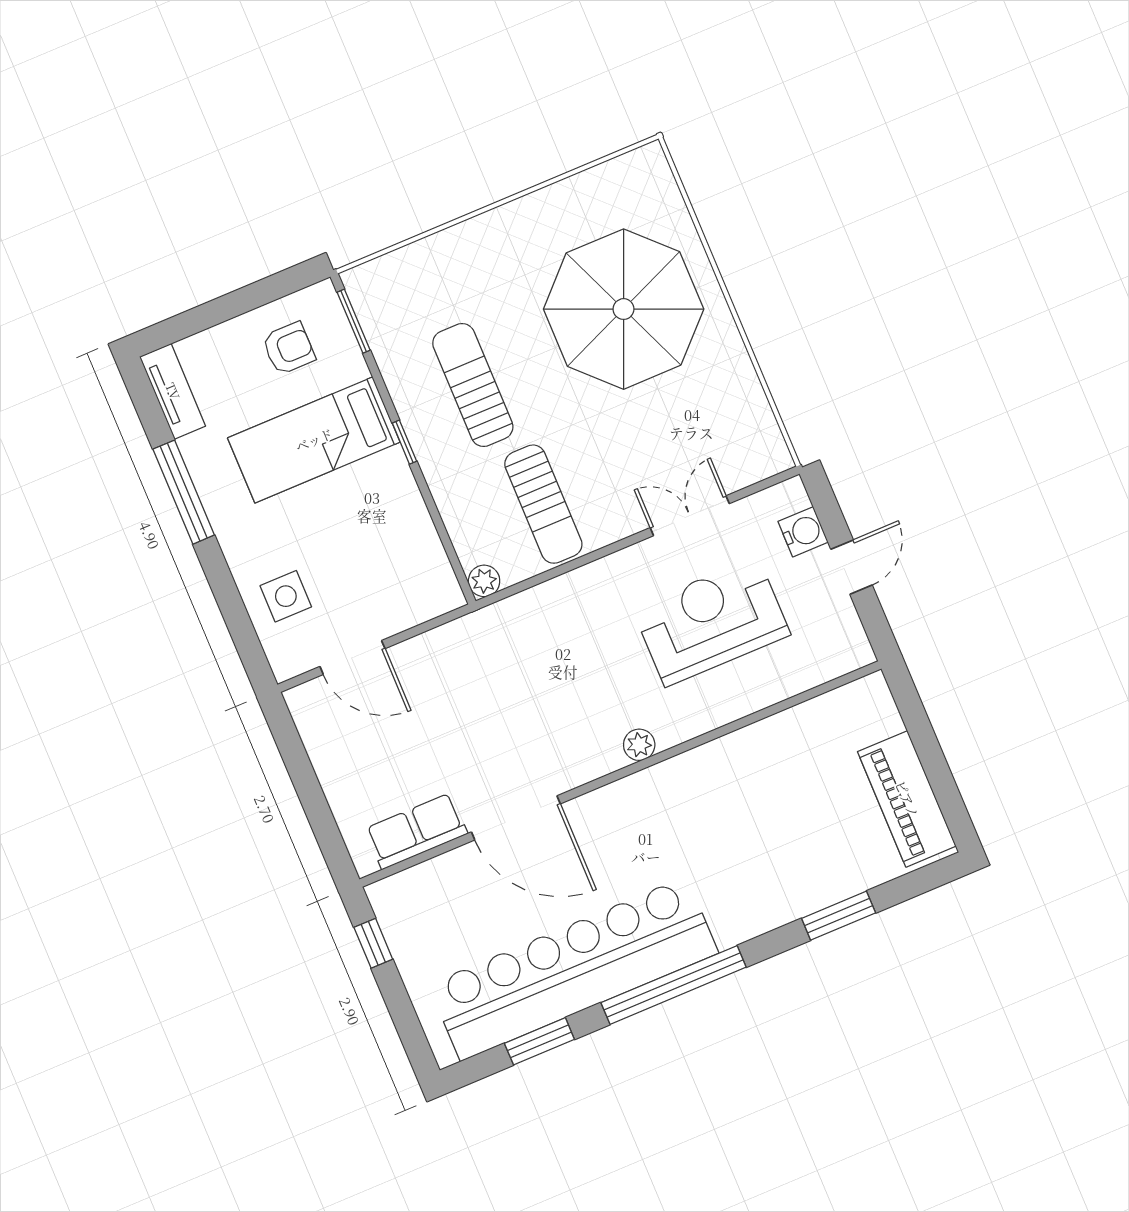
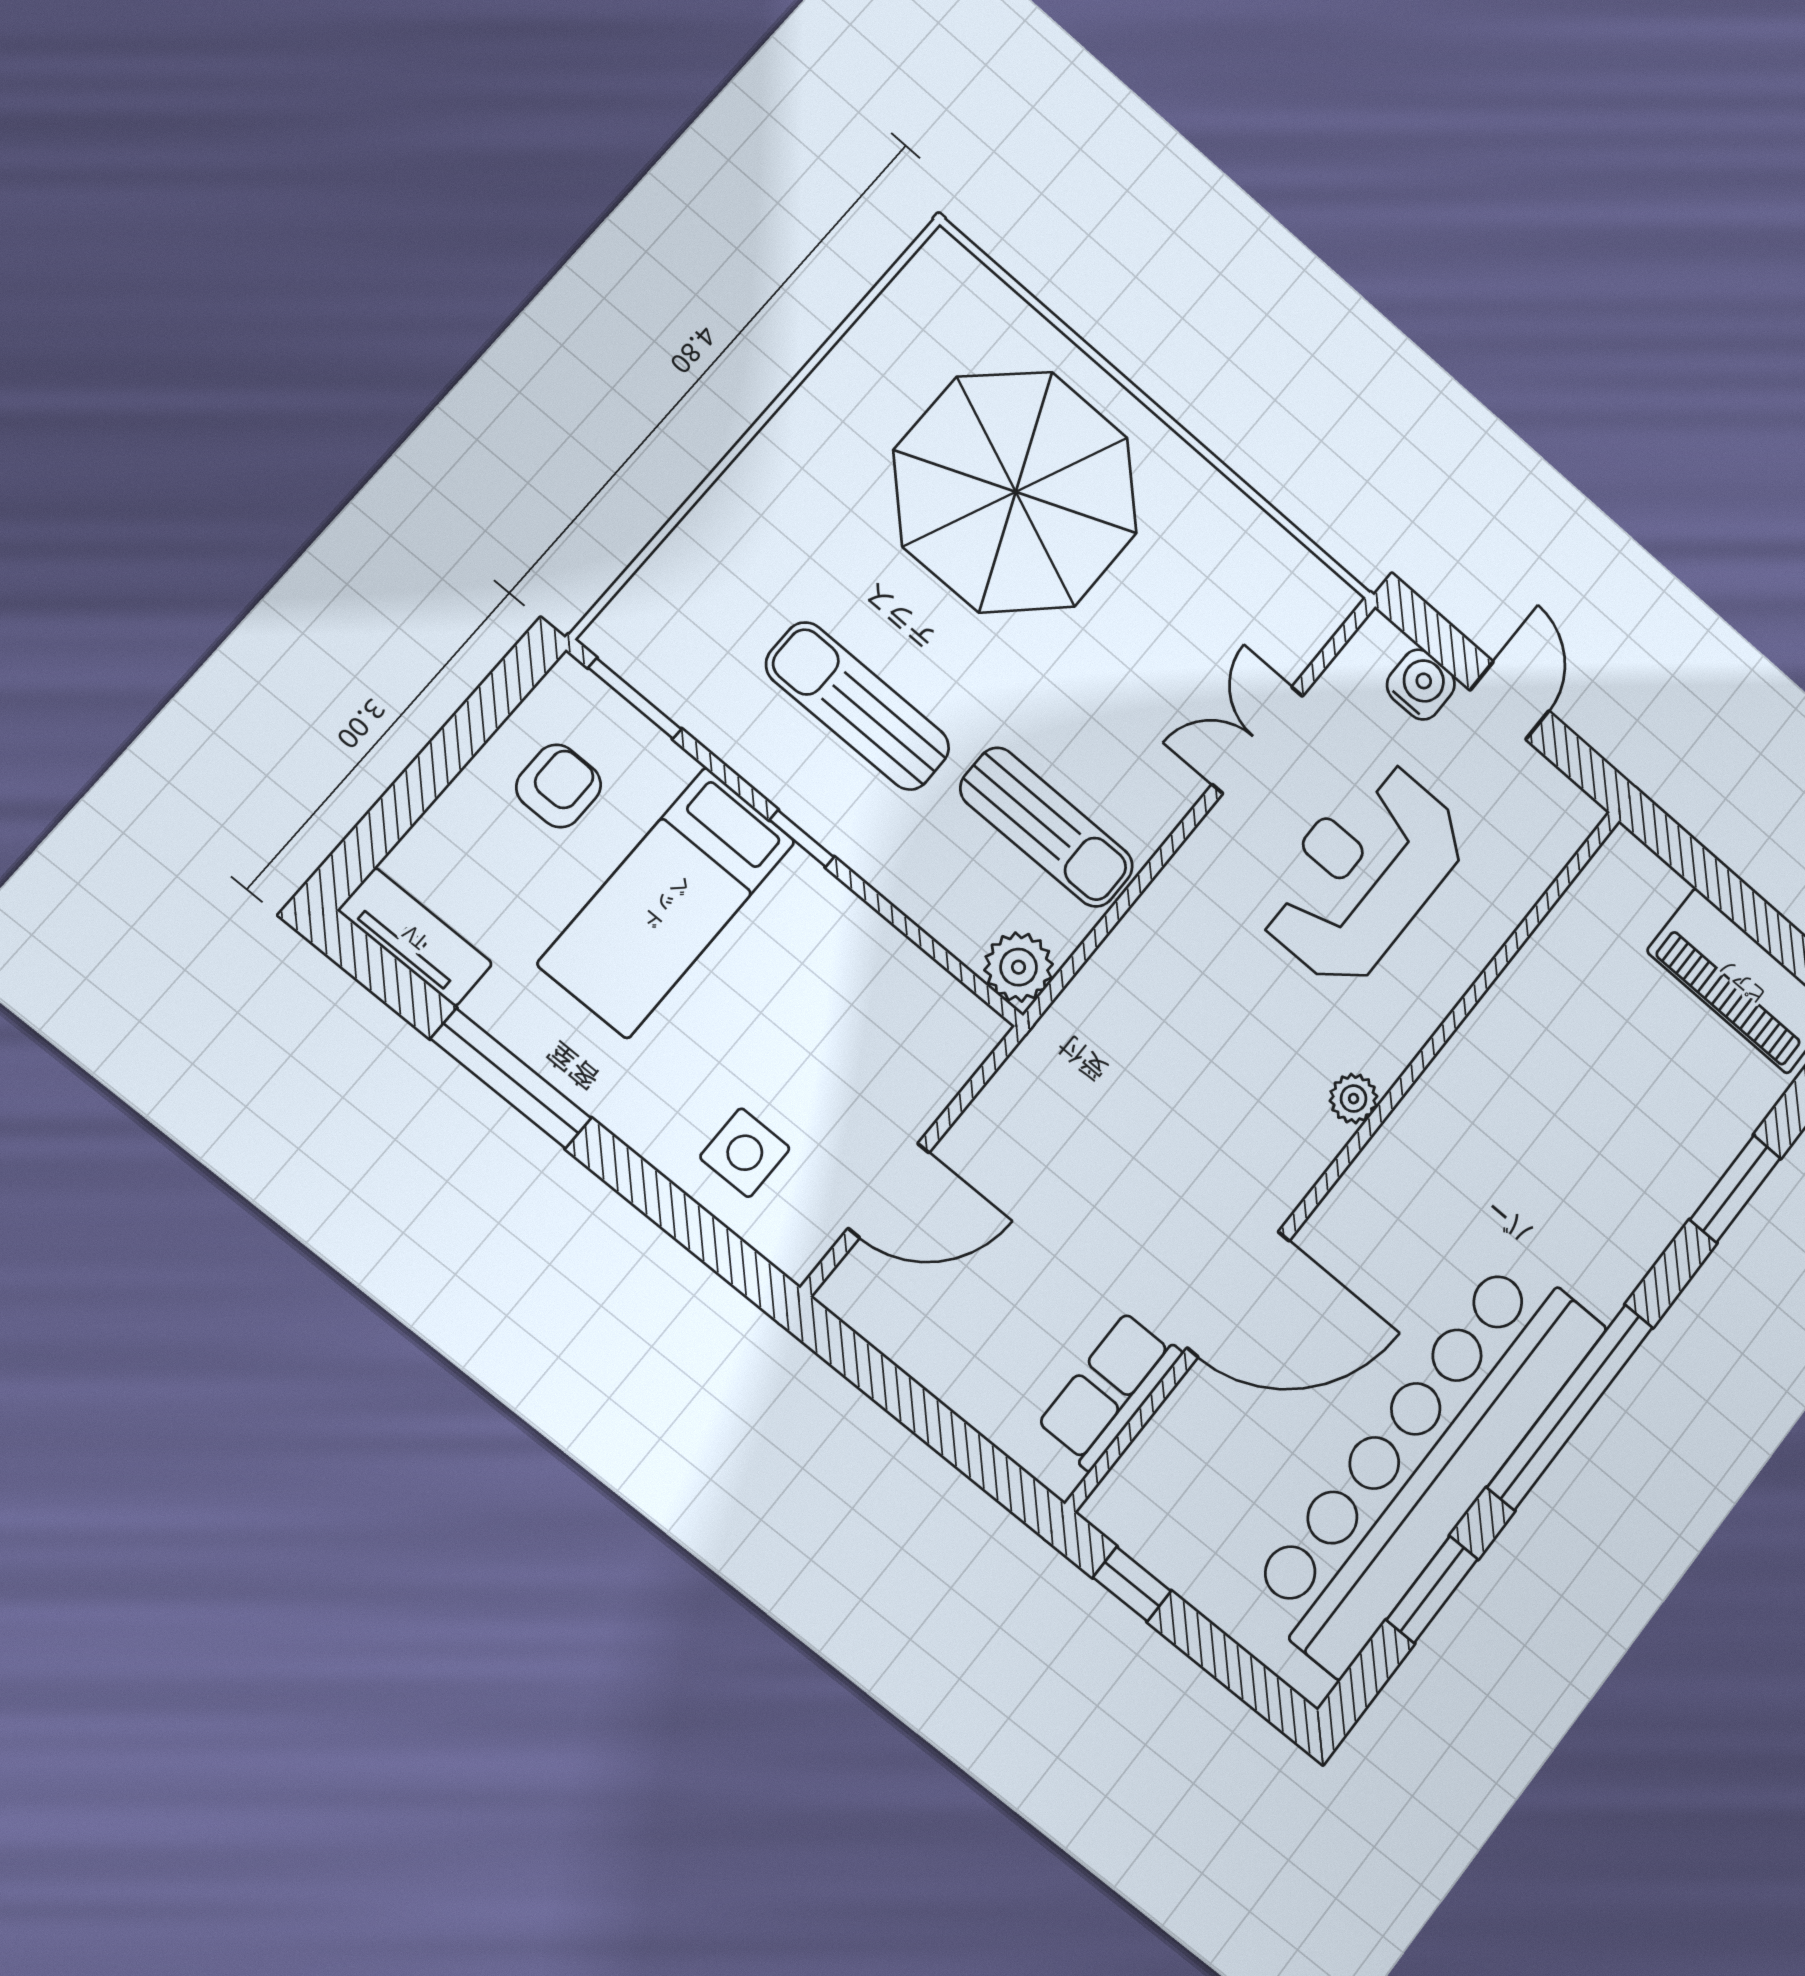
plant: (484, 581) -> (1019, 967), width x1.38, depth x1.38

